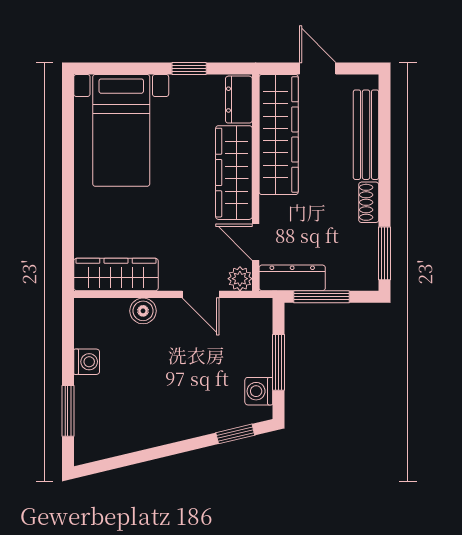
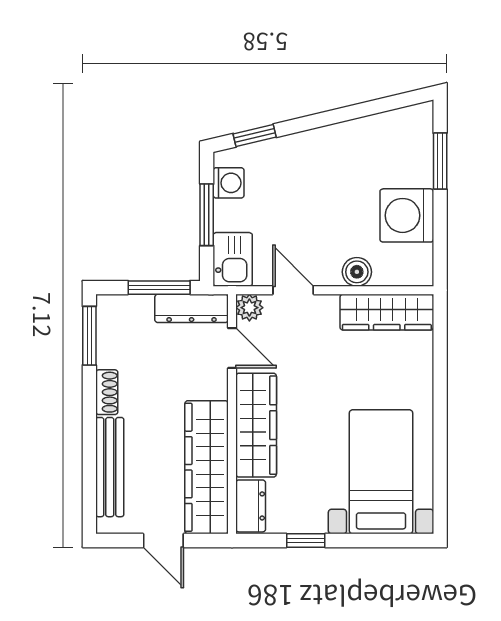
kitchen sink: (255, 322) -> (233, 259), added
washing machine: (87, 362) -> (407, 215), width x1.89, depth x1.89

